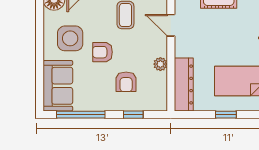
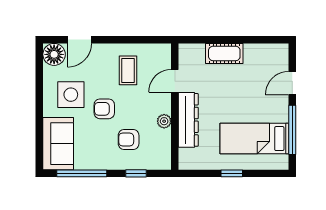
door: (171, 25) -> (175, 81), hinge flipped
armchair: (126, 82) -> (129, 139), turned 90
dresser: (184, 85) -> (188, 120), moved

